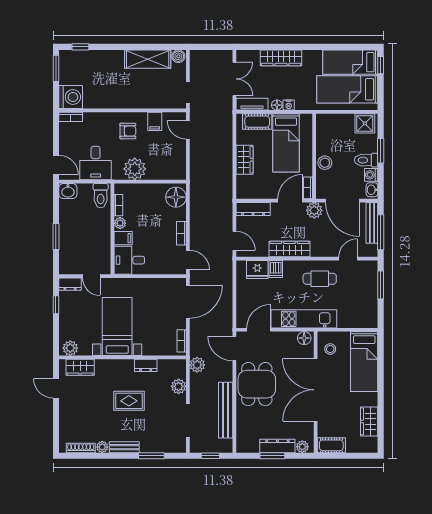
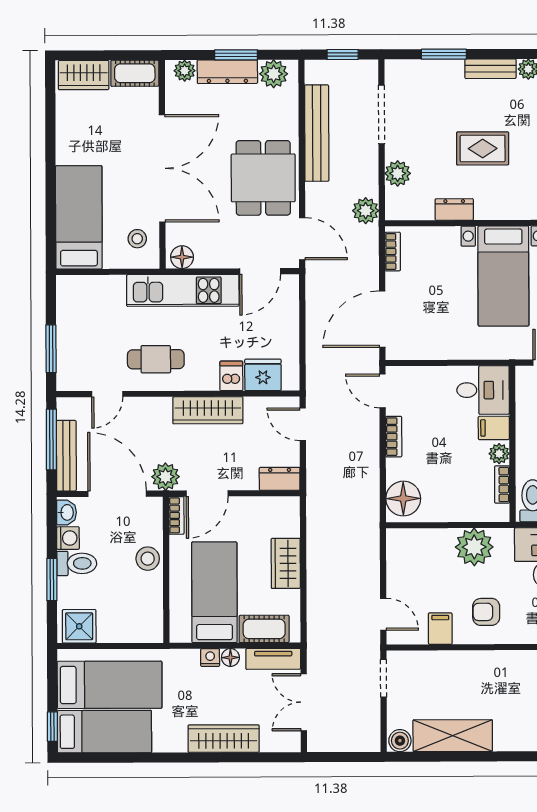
dresser: (253, 209) -> (280, 479), width x0.70
wardrobe: (369, 421) -> (84, 75), moved, turned 90
plant: (251, 445) -> (274, 74), added

